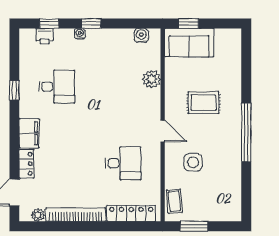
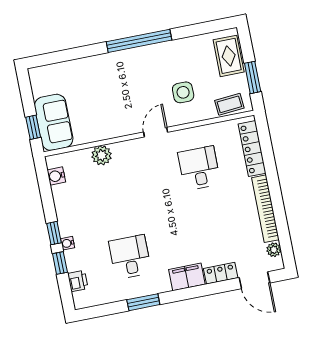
window: (49, 23) -> (60, 263), moved
window: (14, 90) -> (143, 302), width x1.50
rug: (203, 103) -> (229, 56), moved

